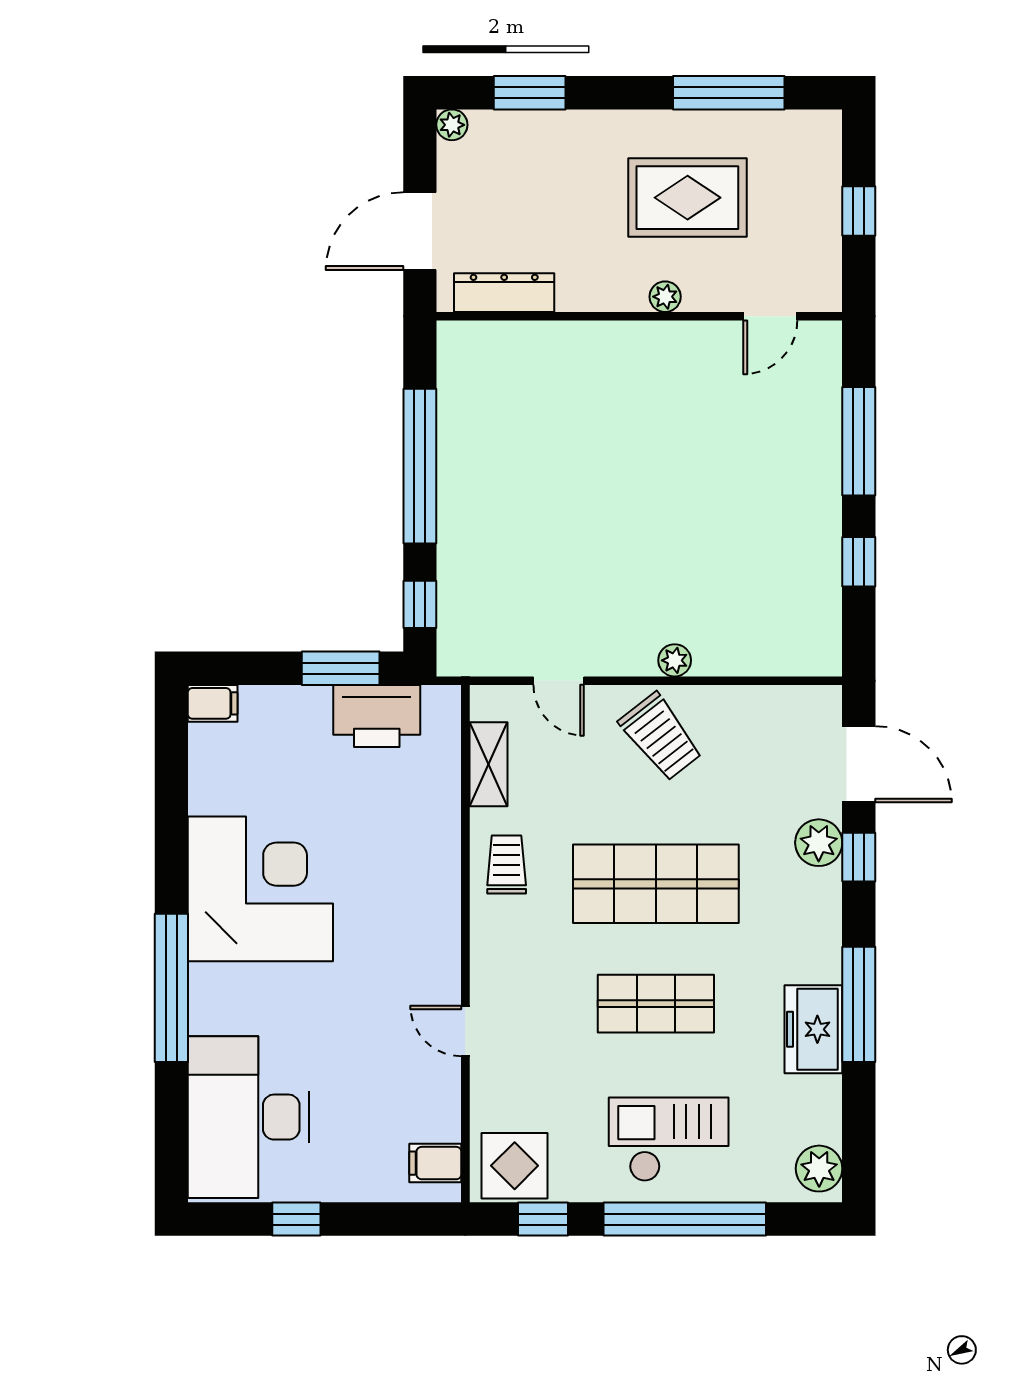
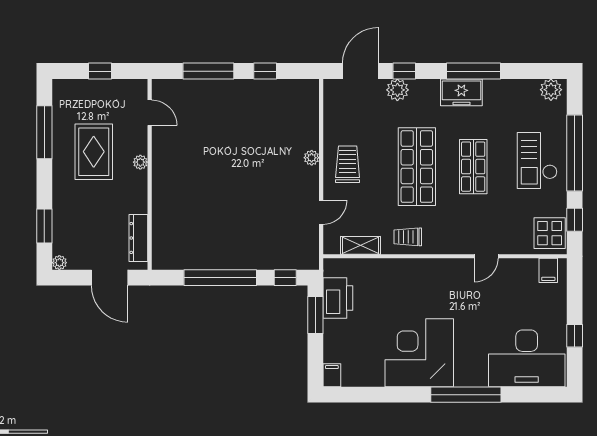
trolley: (661, 737) -> (348, 164), turned -52
freezer: (813, 1029) -> (461, 92), moved

